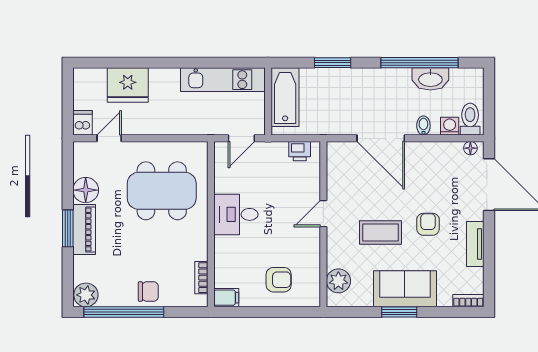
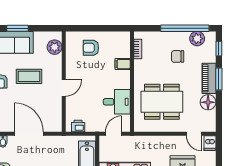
door: (109, 138) -> (194, 134), hinge flipped
desk: (236, 214) -> (117, 102), moved
window: (68, 278) -> (219, 49), added
chair: (148, 292) -> (178, 56), moved
plant: (86, 295) -> (197, 39), moved
filing cabinet: (226, 298) -> (123, 64), moved

